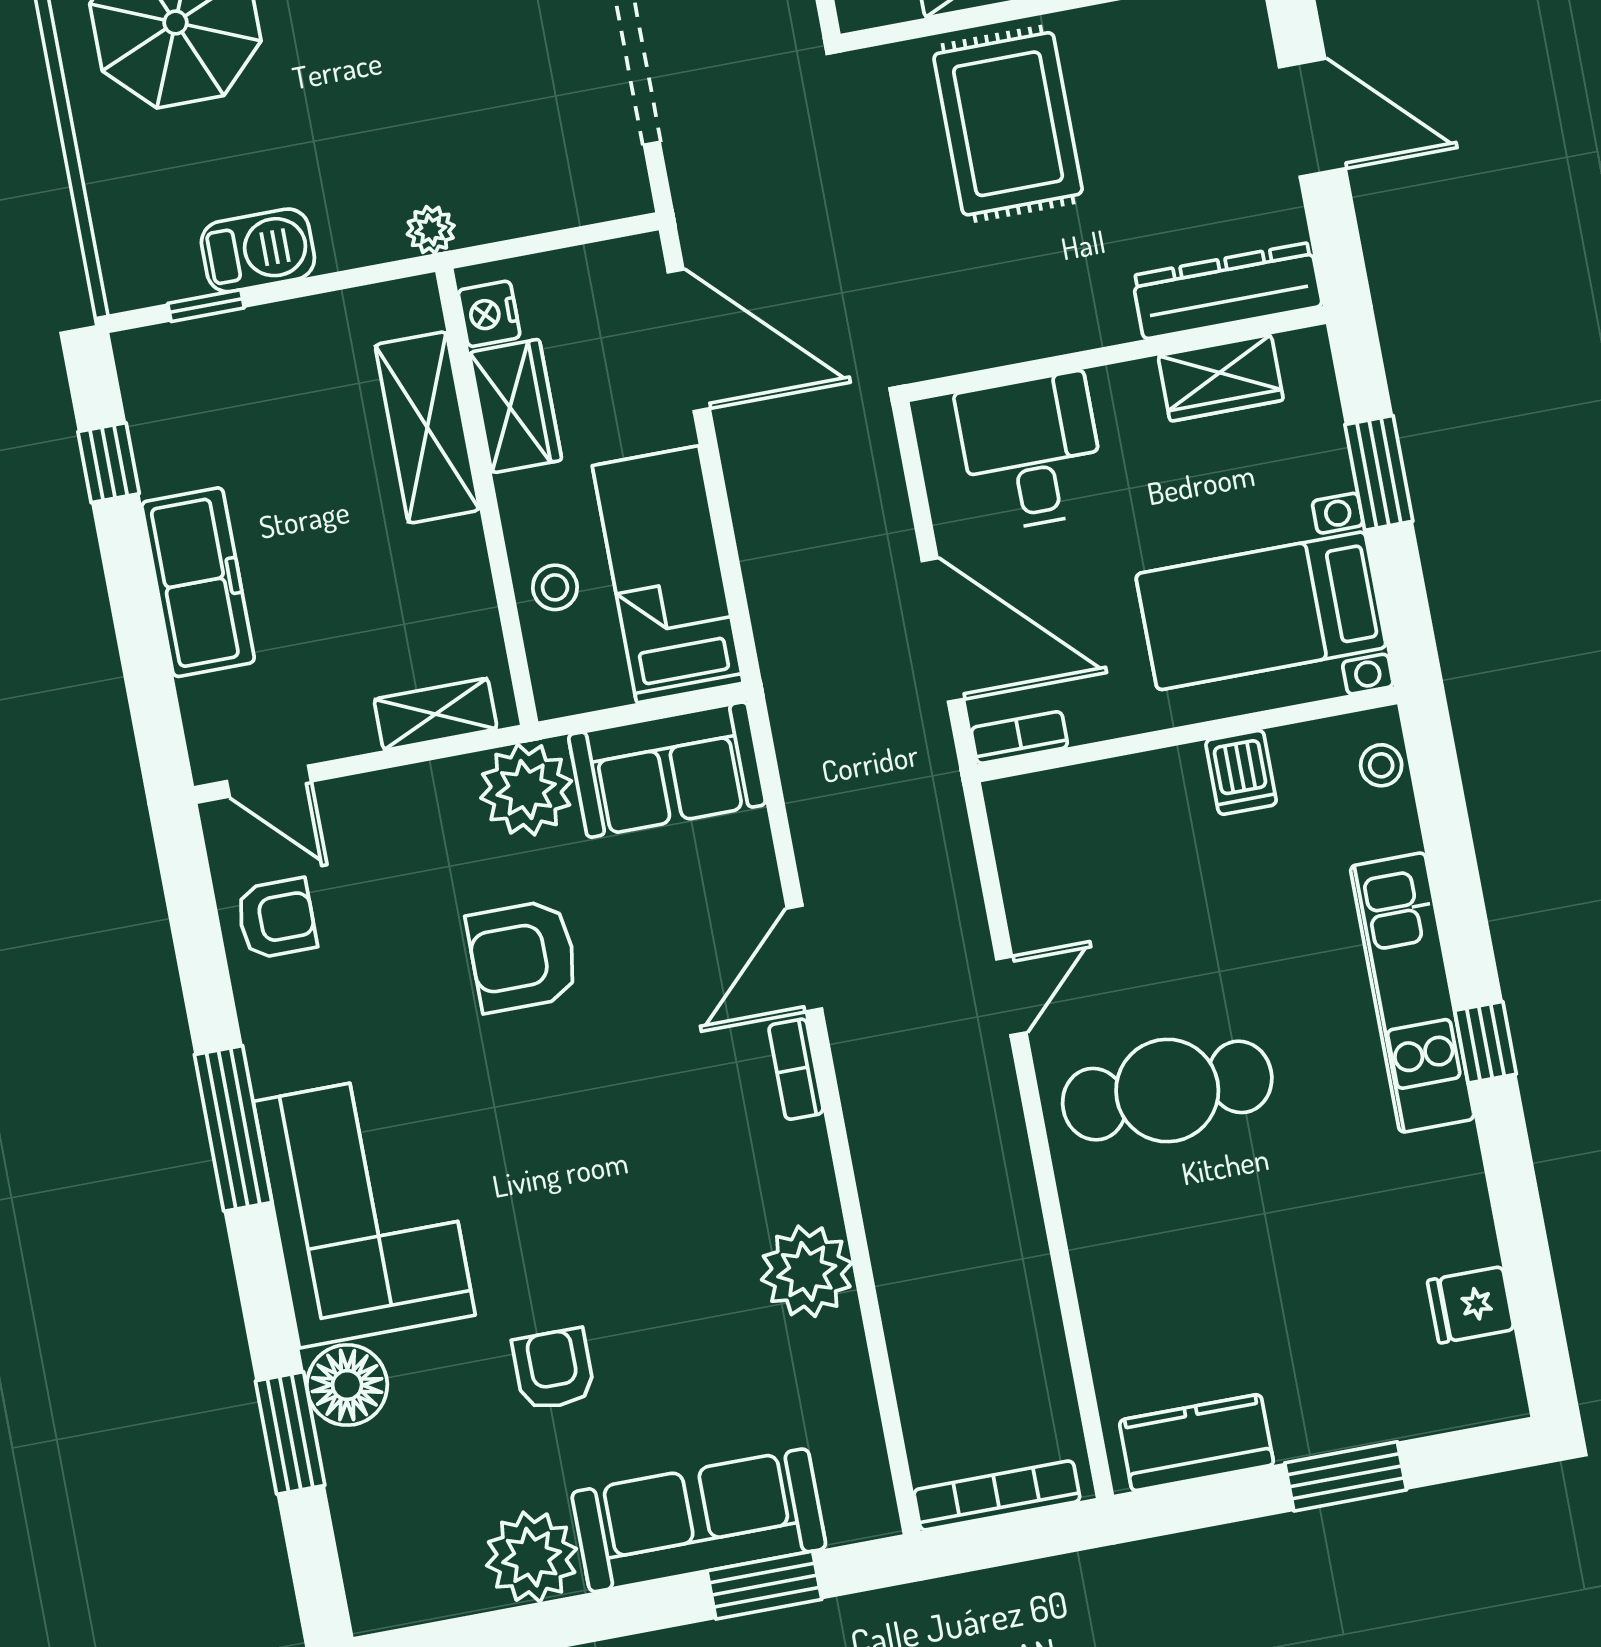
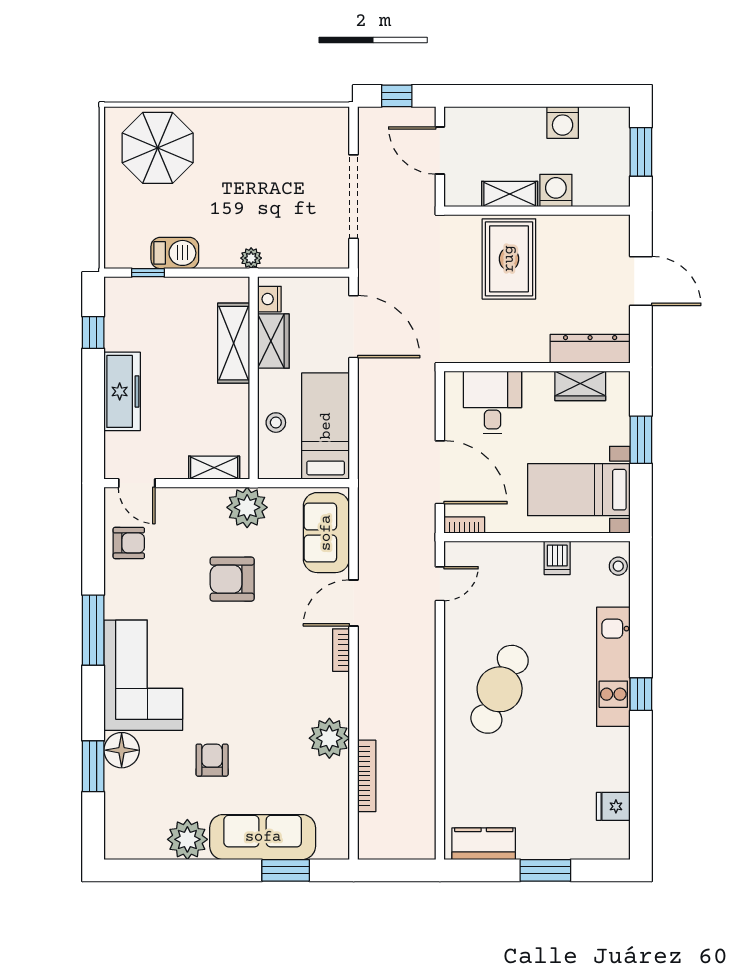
sofa: (667, 770) -> (326, 533), moved, turned 90
door: (1011, 996) -> (440, 584), moved
cafe table: (1167, 1091) -> (500, 689), turned -66
bookcase: (997, 1495) -> (367, 776), moved, turned 90

